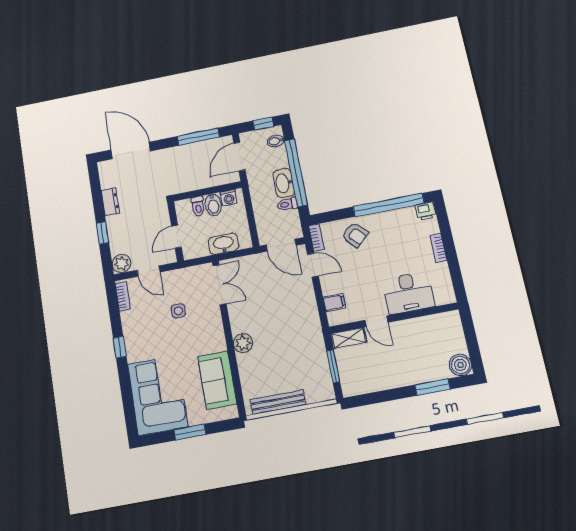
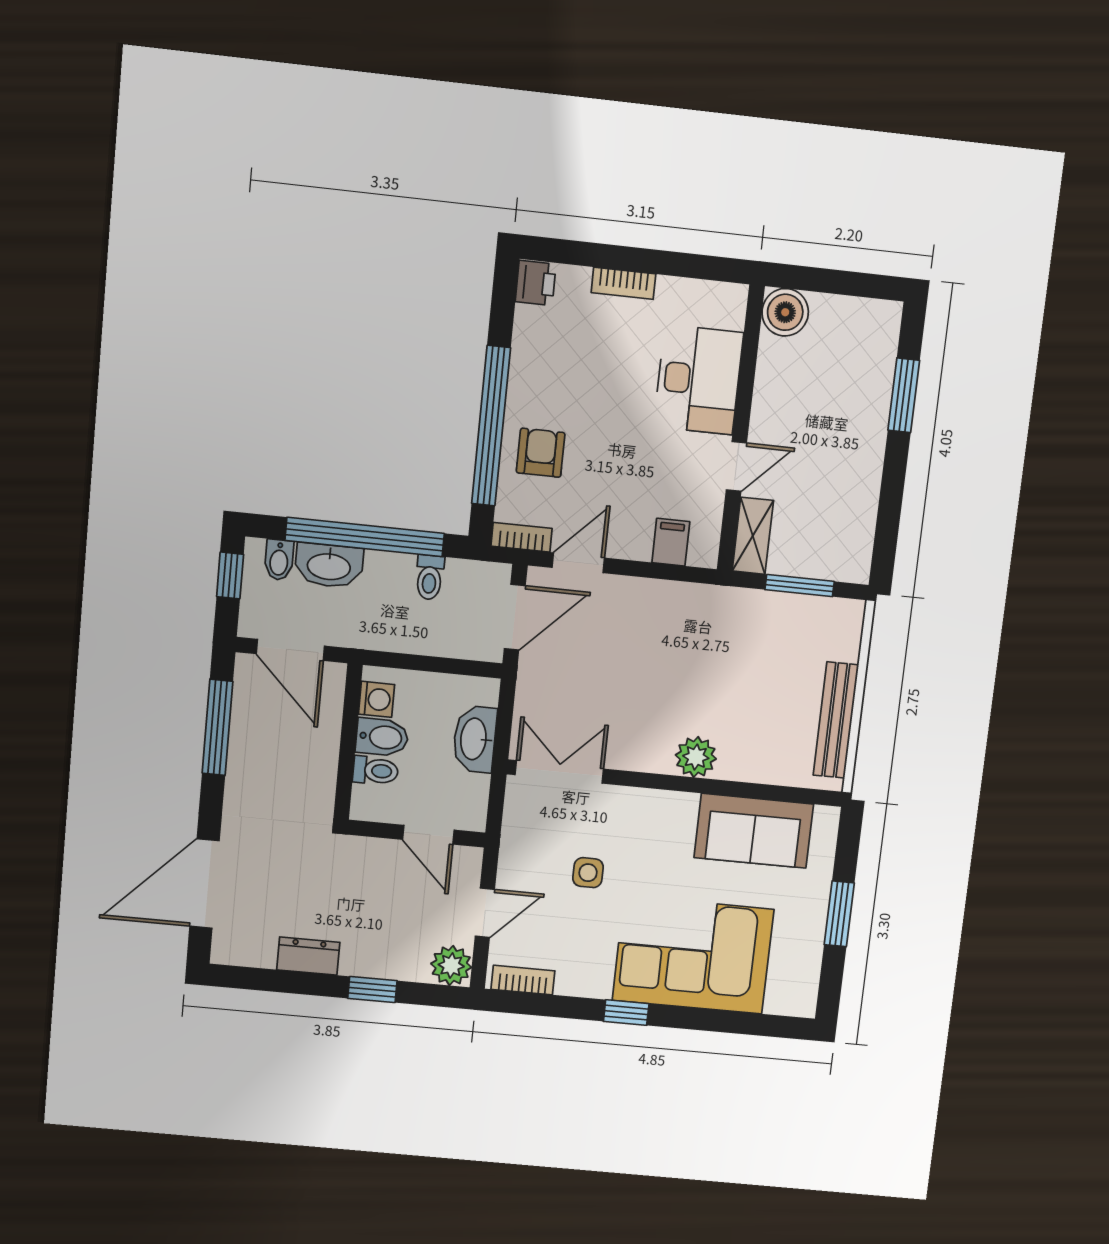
washbasin: (284, 183) -> (329, 566), moved
window: (388, 205) -> (491, 426), moved
armchair: (355, 235) -> (541, 453), turned -46
boiler: (460, 365) -> (785, 312), moved
corner sofa: (158, 395) -> (693, 955), moved

